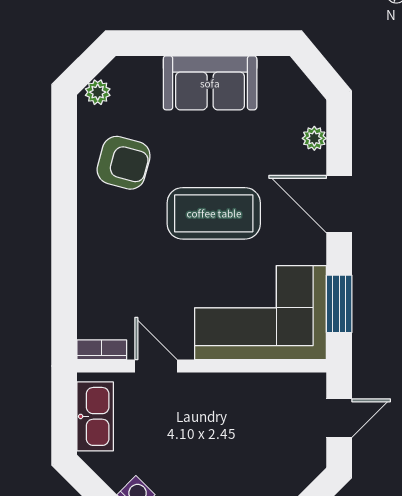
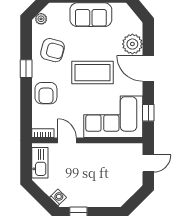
plant: (314, 138) -> (132, 44), width x1.88, depth x1.88
window: (64, 204) -> (26, 69), added
armchair: (109, 260) -> (46, 93), added
window: (339, 304) -> (148, 113), width x0.67

